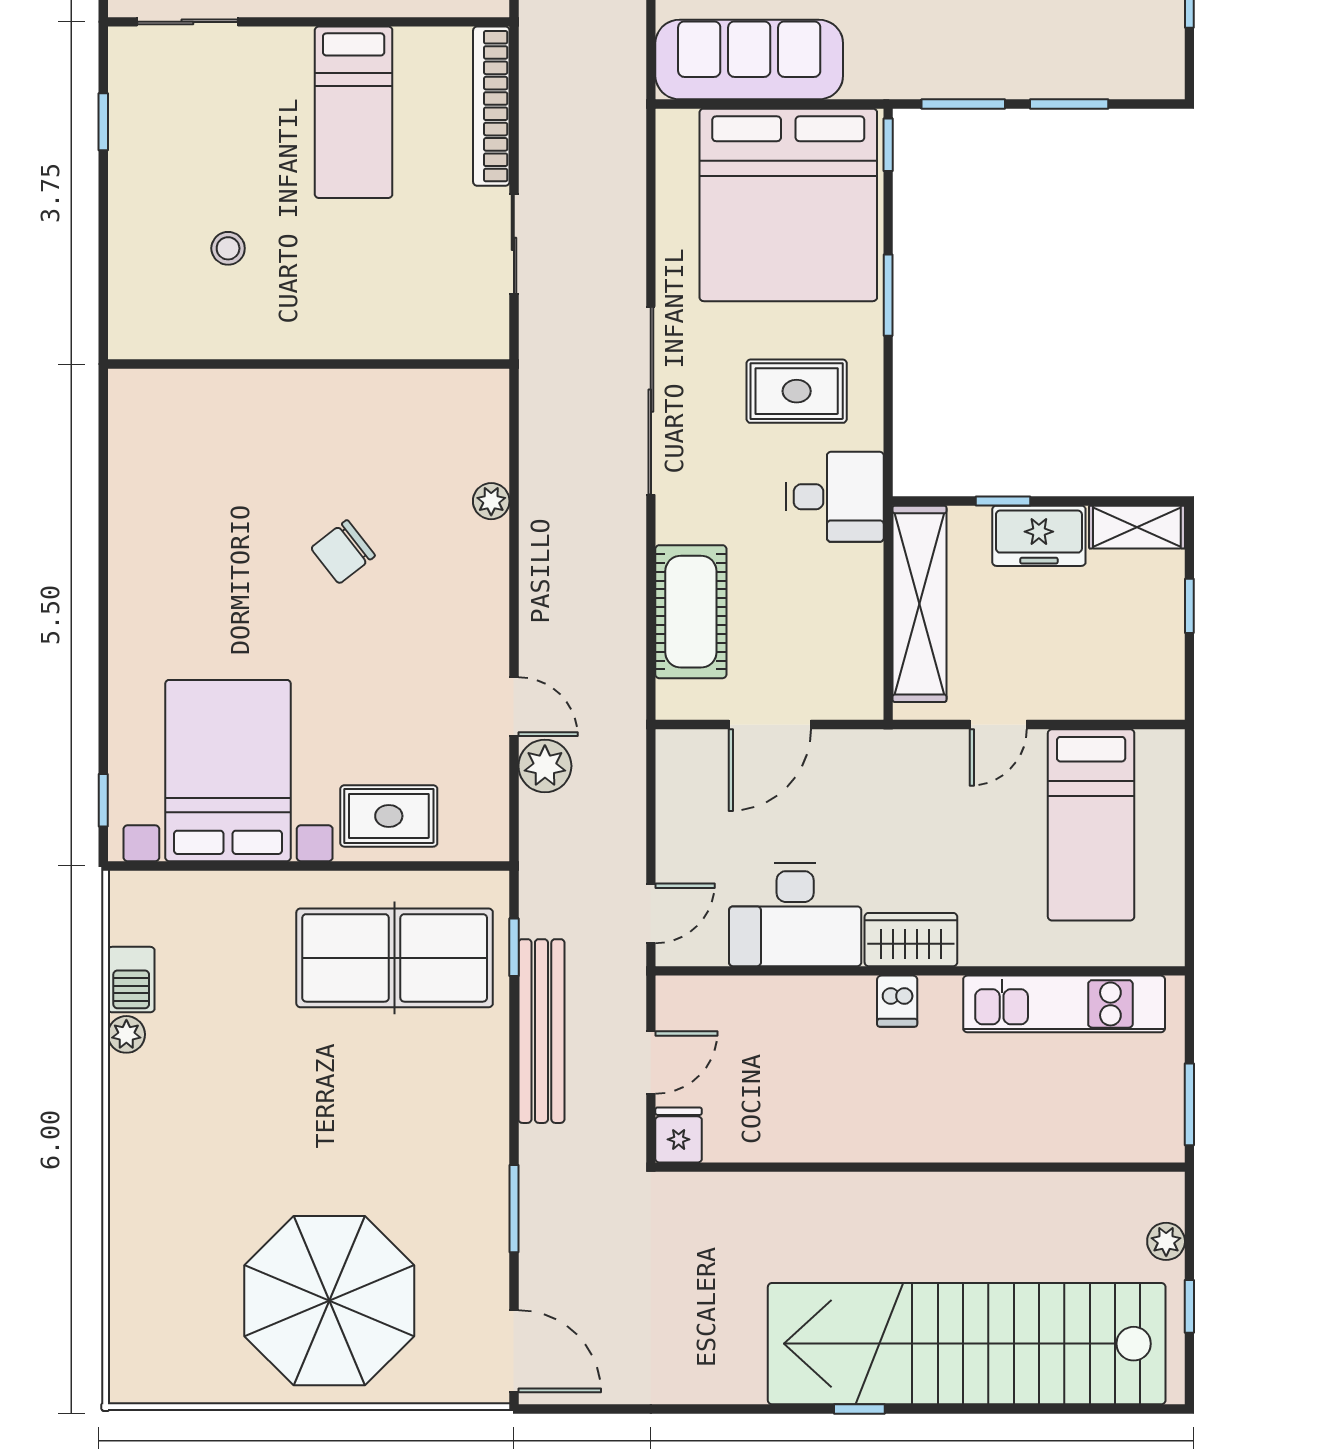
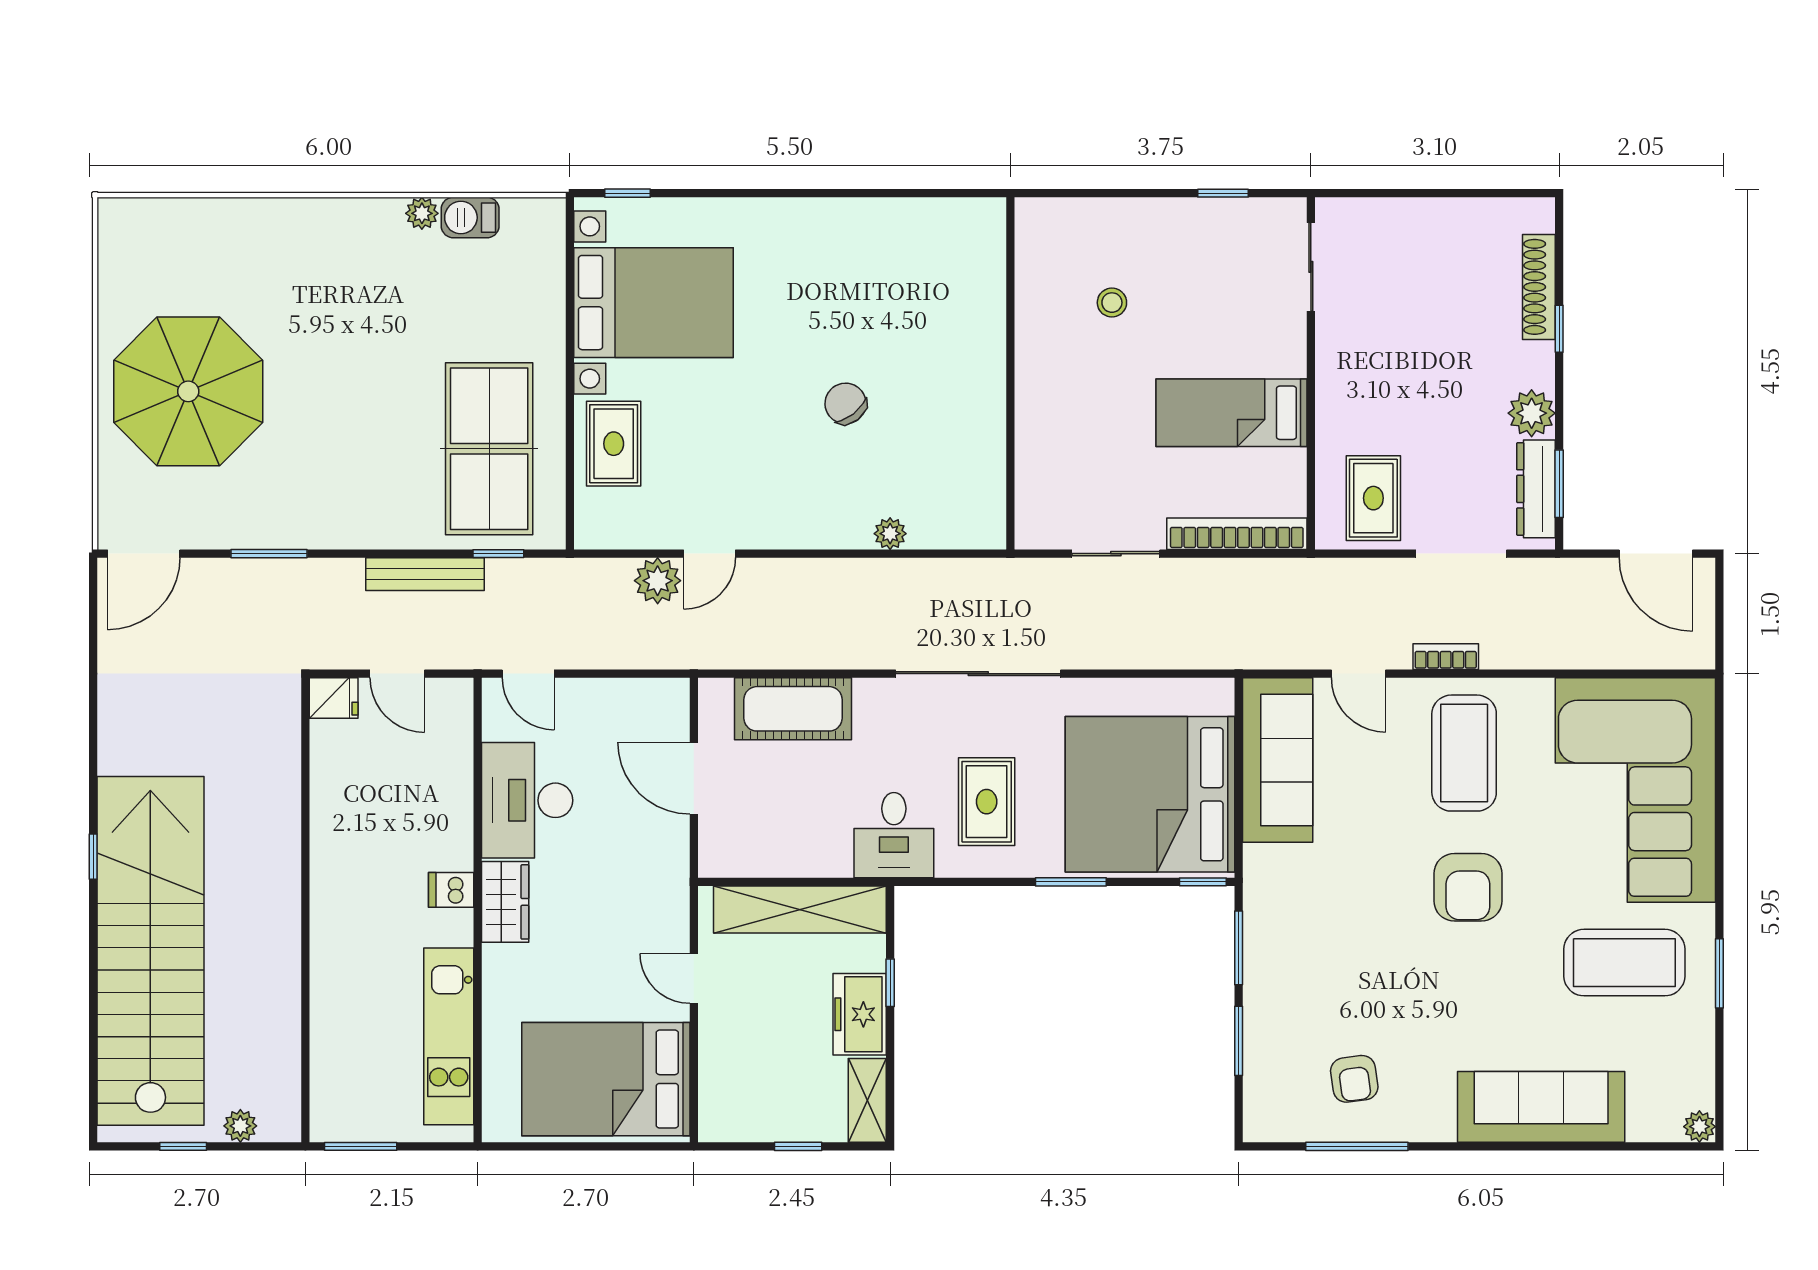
bed: (1091, 825) -> (606, 1079), width x1.50
bench: (541, 1031) -> (425, 574), width x0.73, depth x0.82

